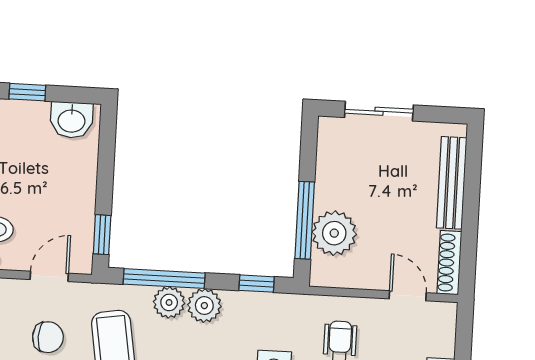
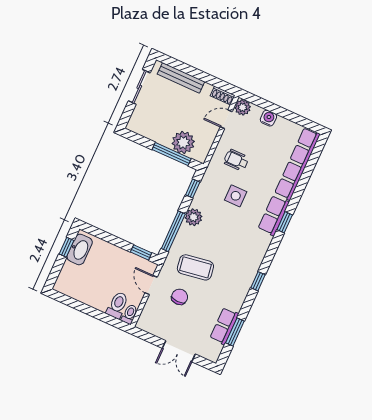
window: (27, 92) -> (66, 247), moved
sliding door: (379, 111) -> (139, 87), moved
washbasin: (72, 120) -> (80, 249), width x1.38
shoe rack: (449, 263) -> (223, 96), width x0.70
plant: (169, 302) -> (243, 107), moved

